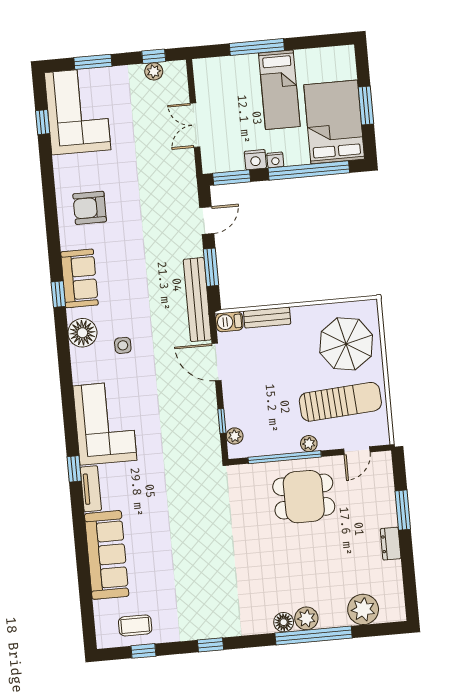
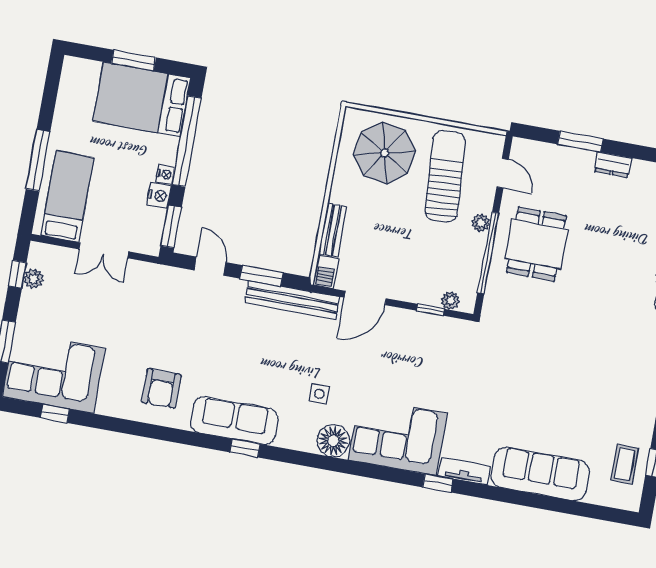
bed: (279, 90) -> (67, 197), moved, turned -90
sofa: (79, 278) -> (234, 421), width x1.36
floor lamp: (82, 333) -> (333, 441), moved

